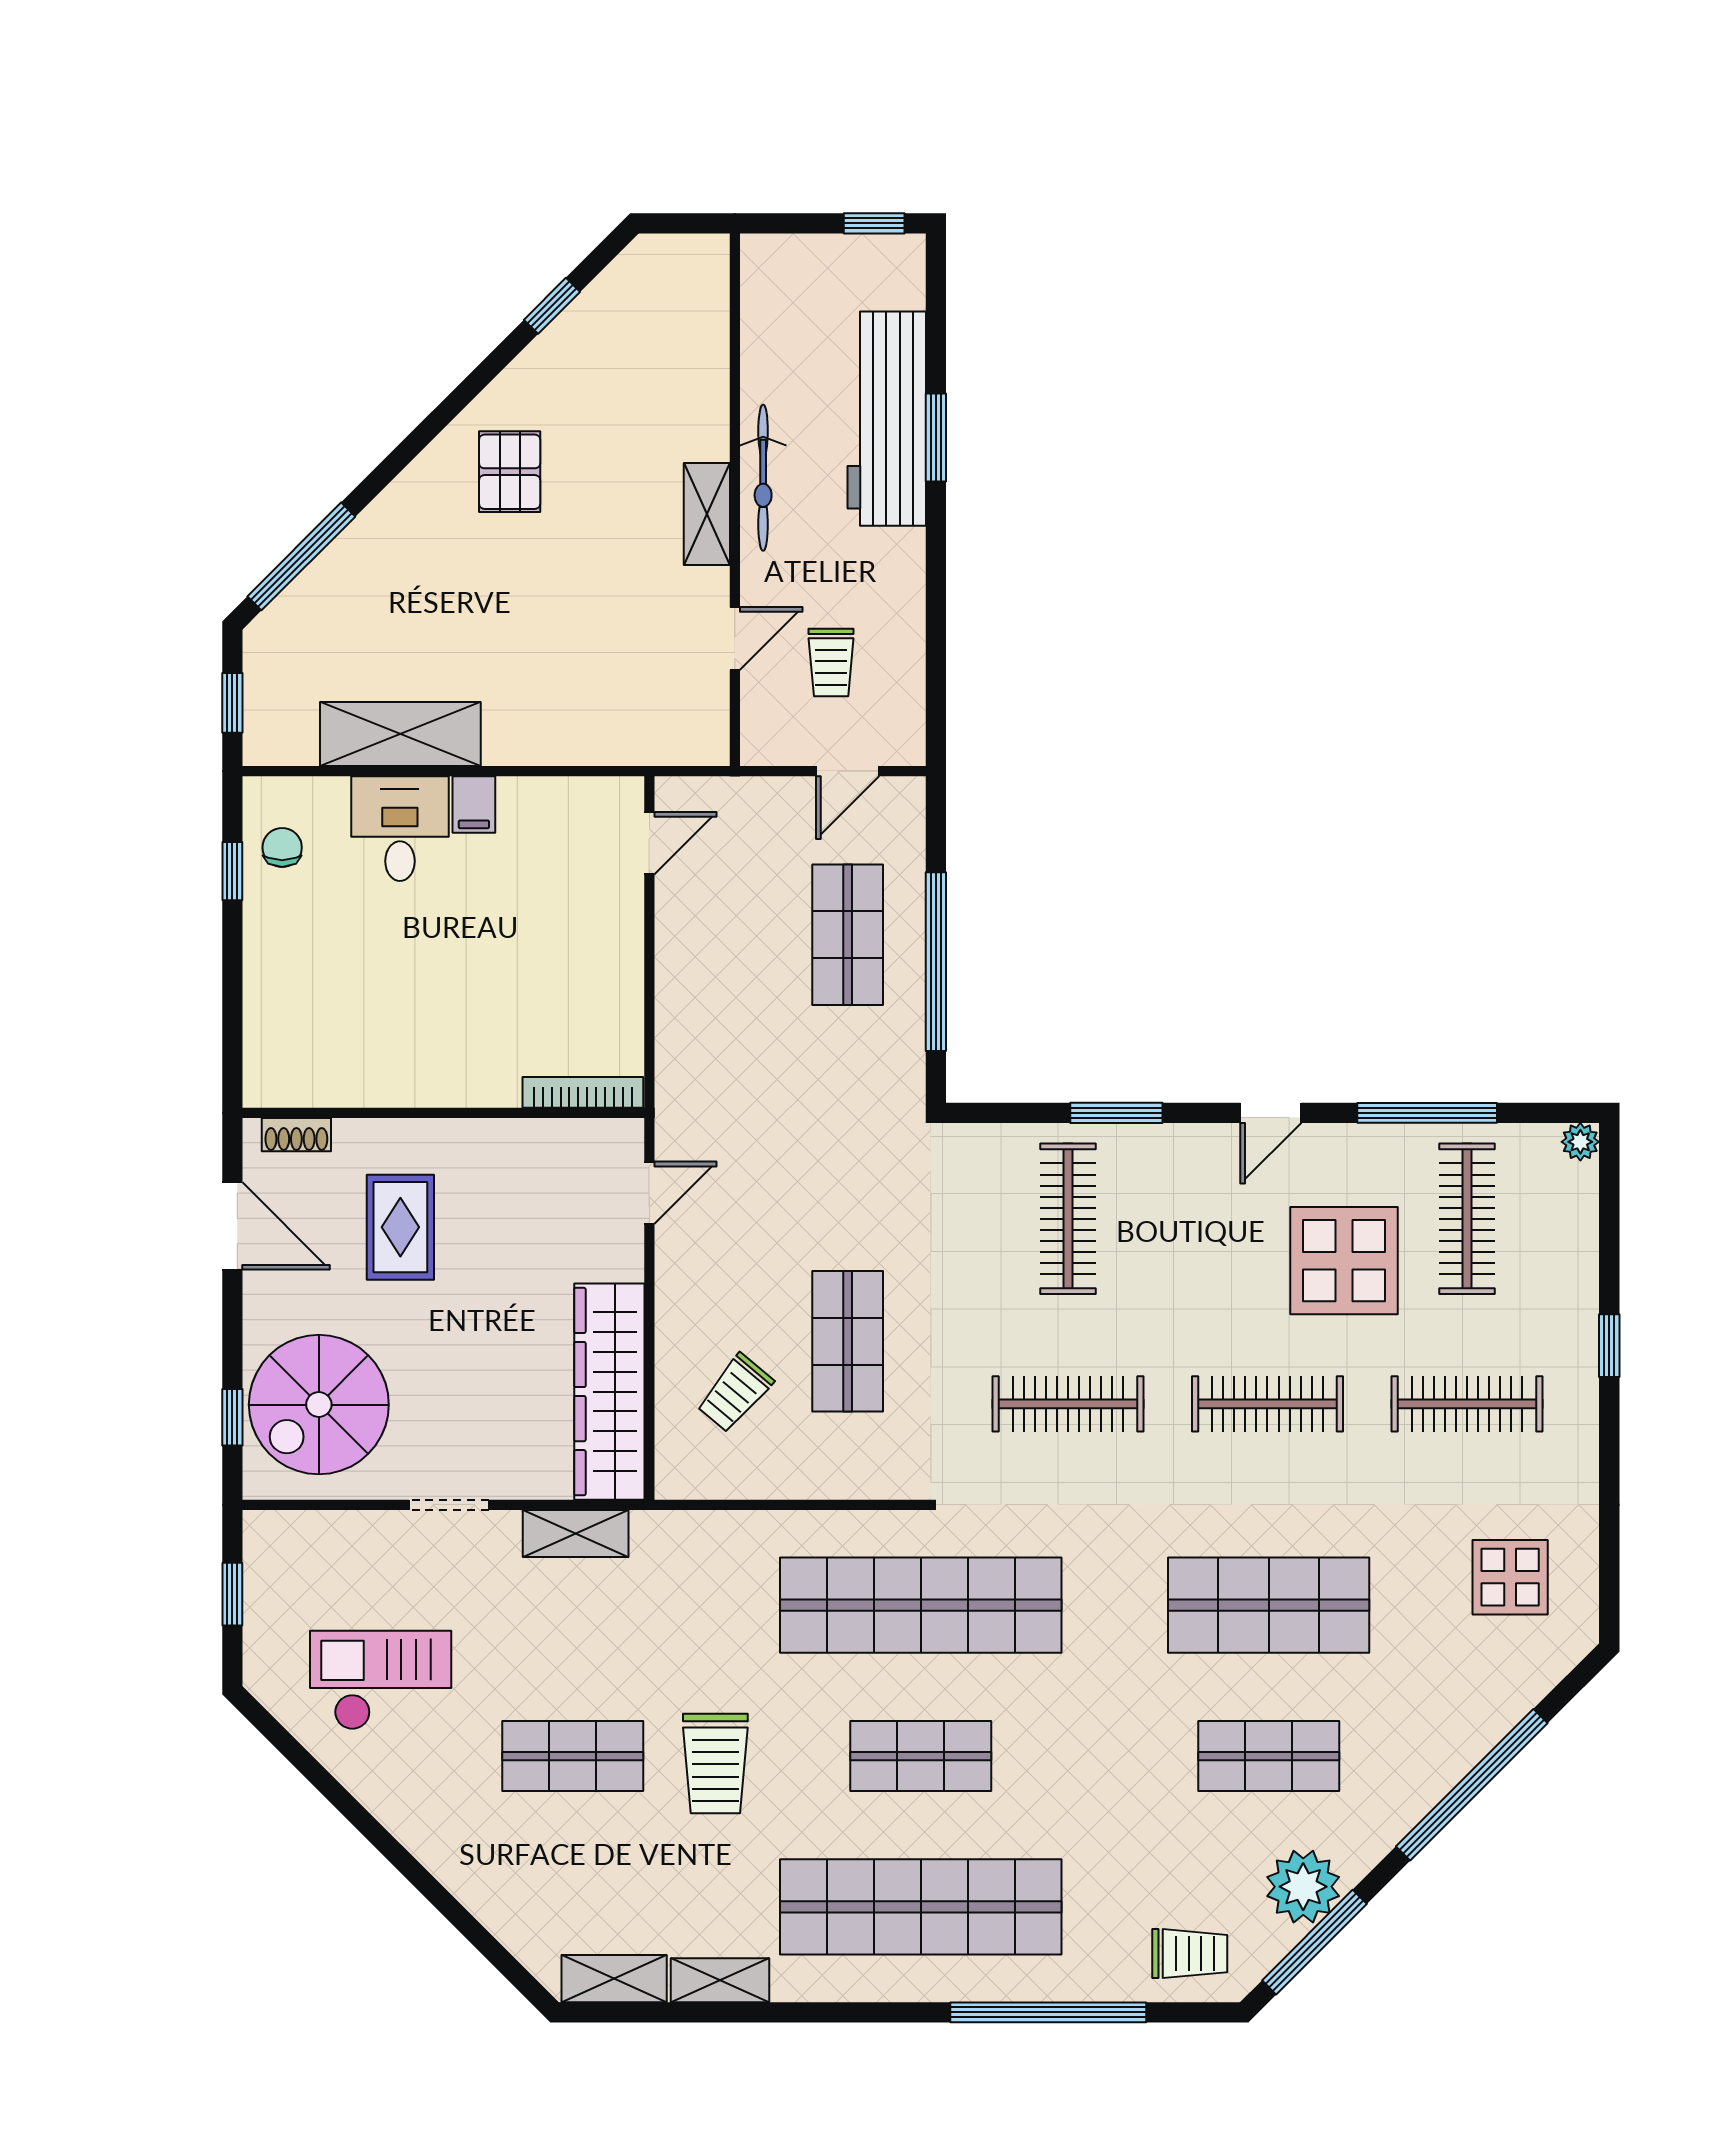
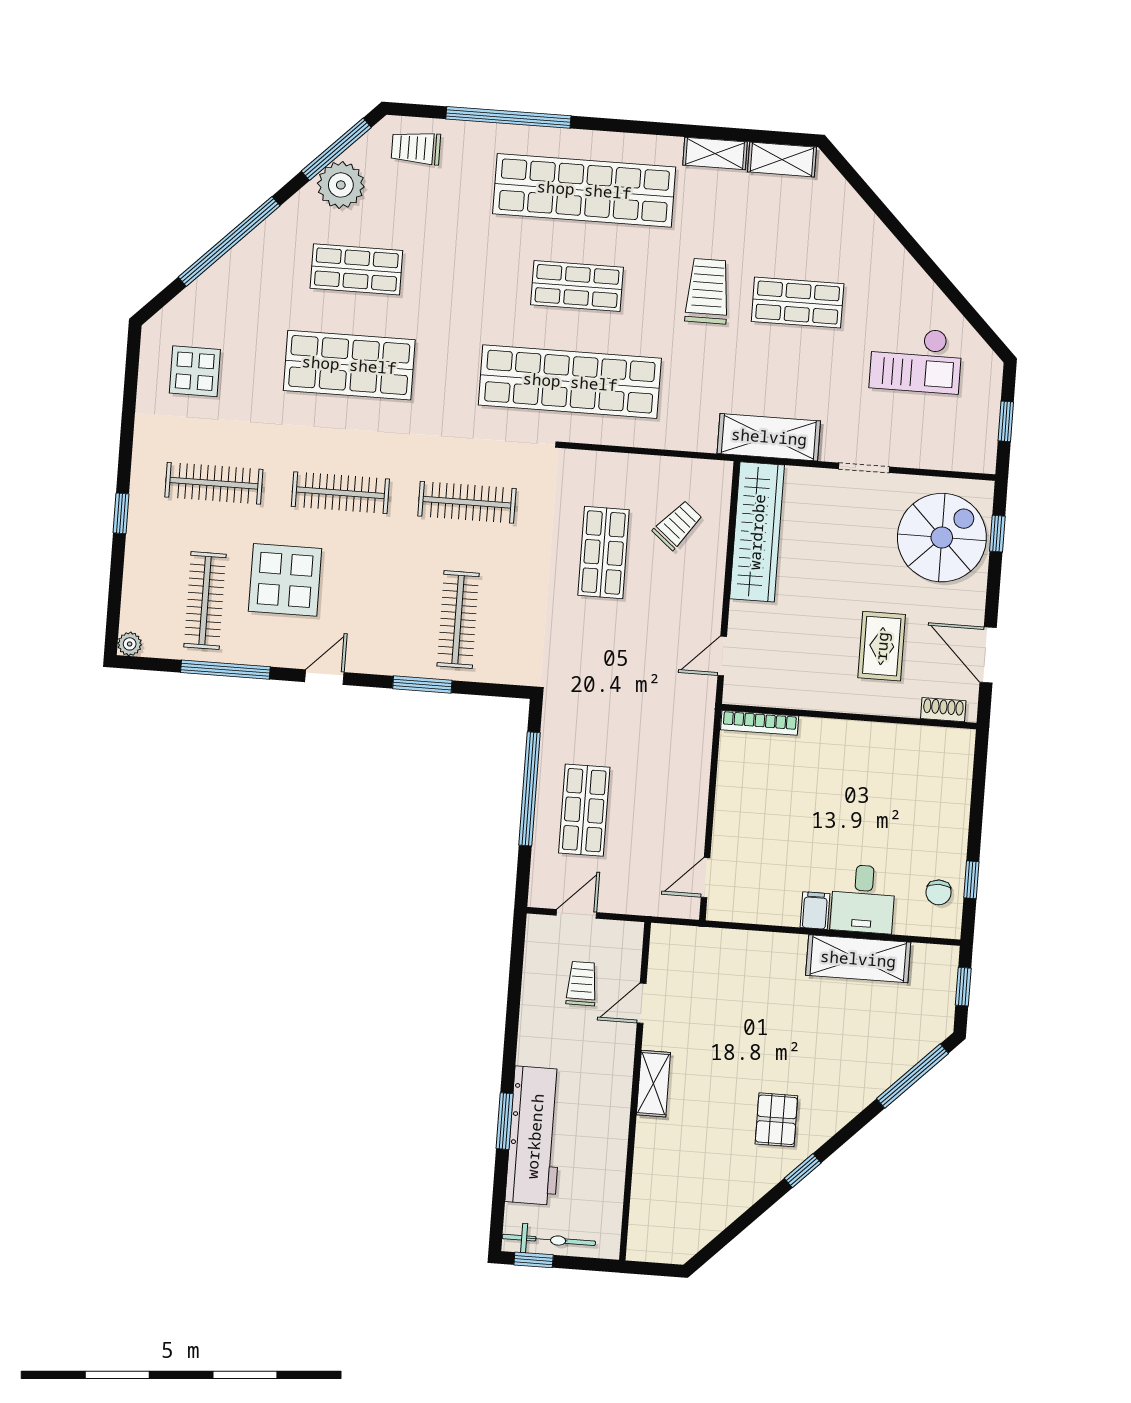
window: (552, 306) -> (803, 1171), moved
bicycle: (763, 478) -> (549, 1240), moved, turned 90
shelving: (576, 1534) -> (769, 437), width x1.50, depth x1.33

